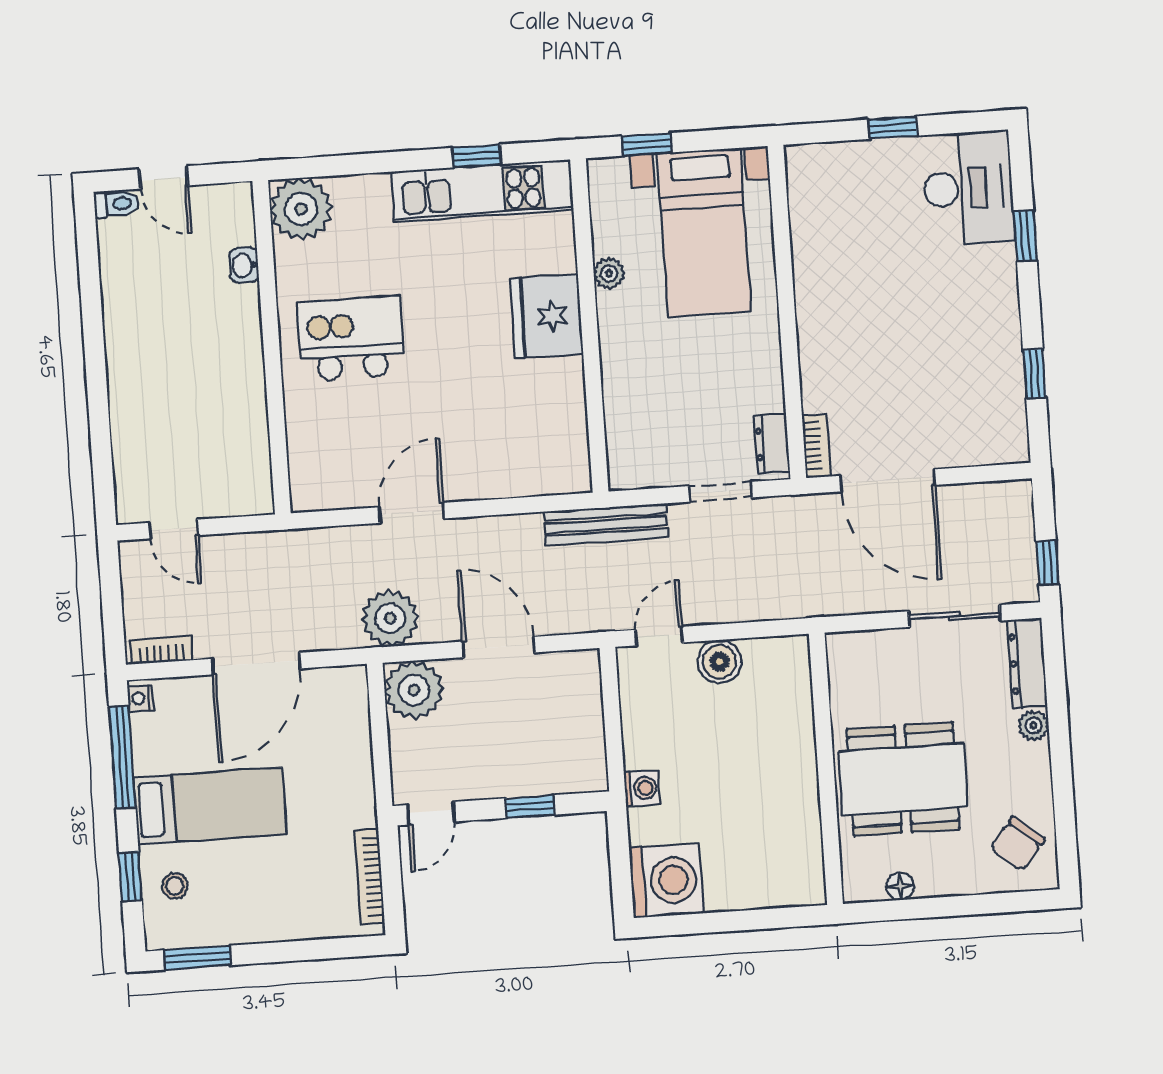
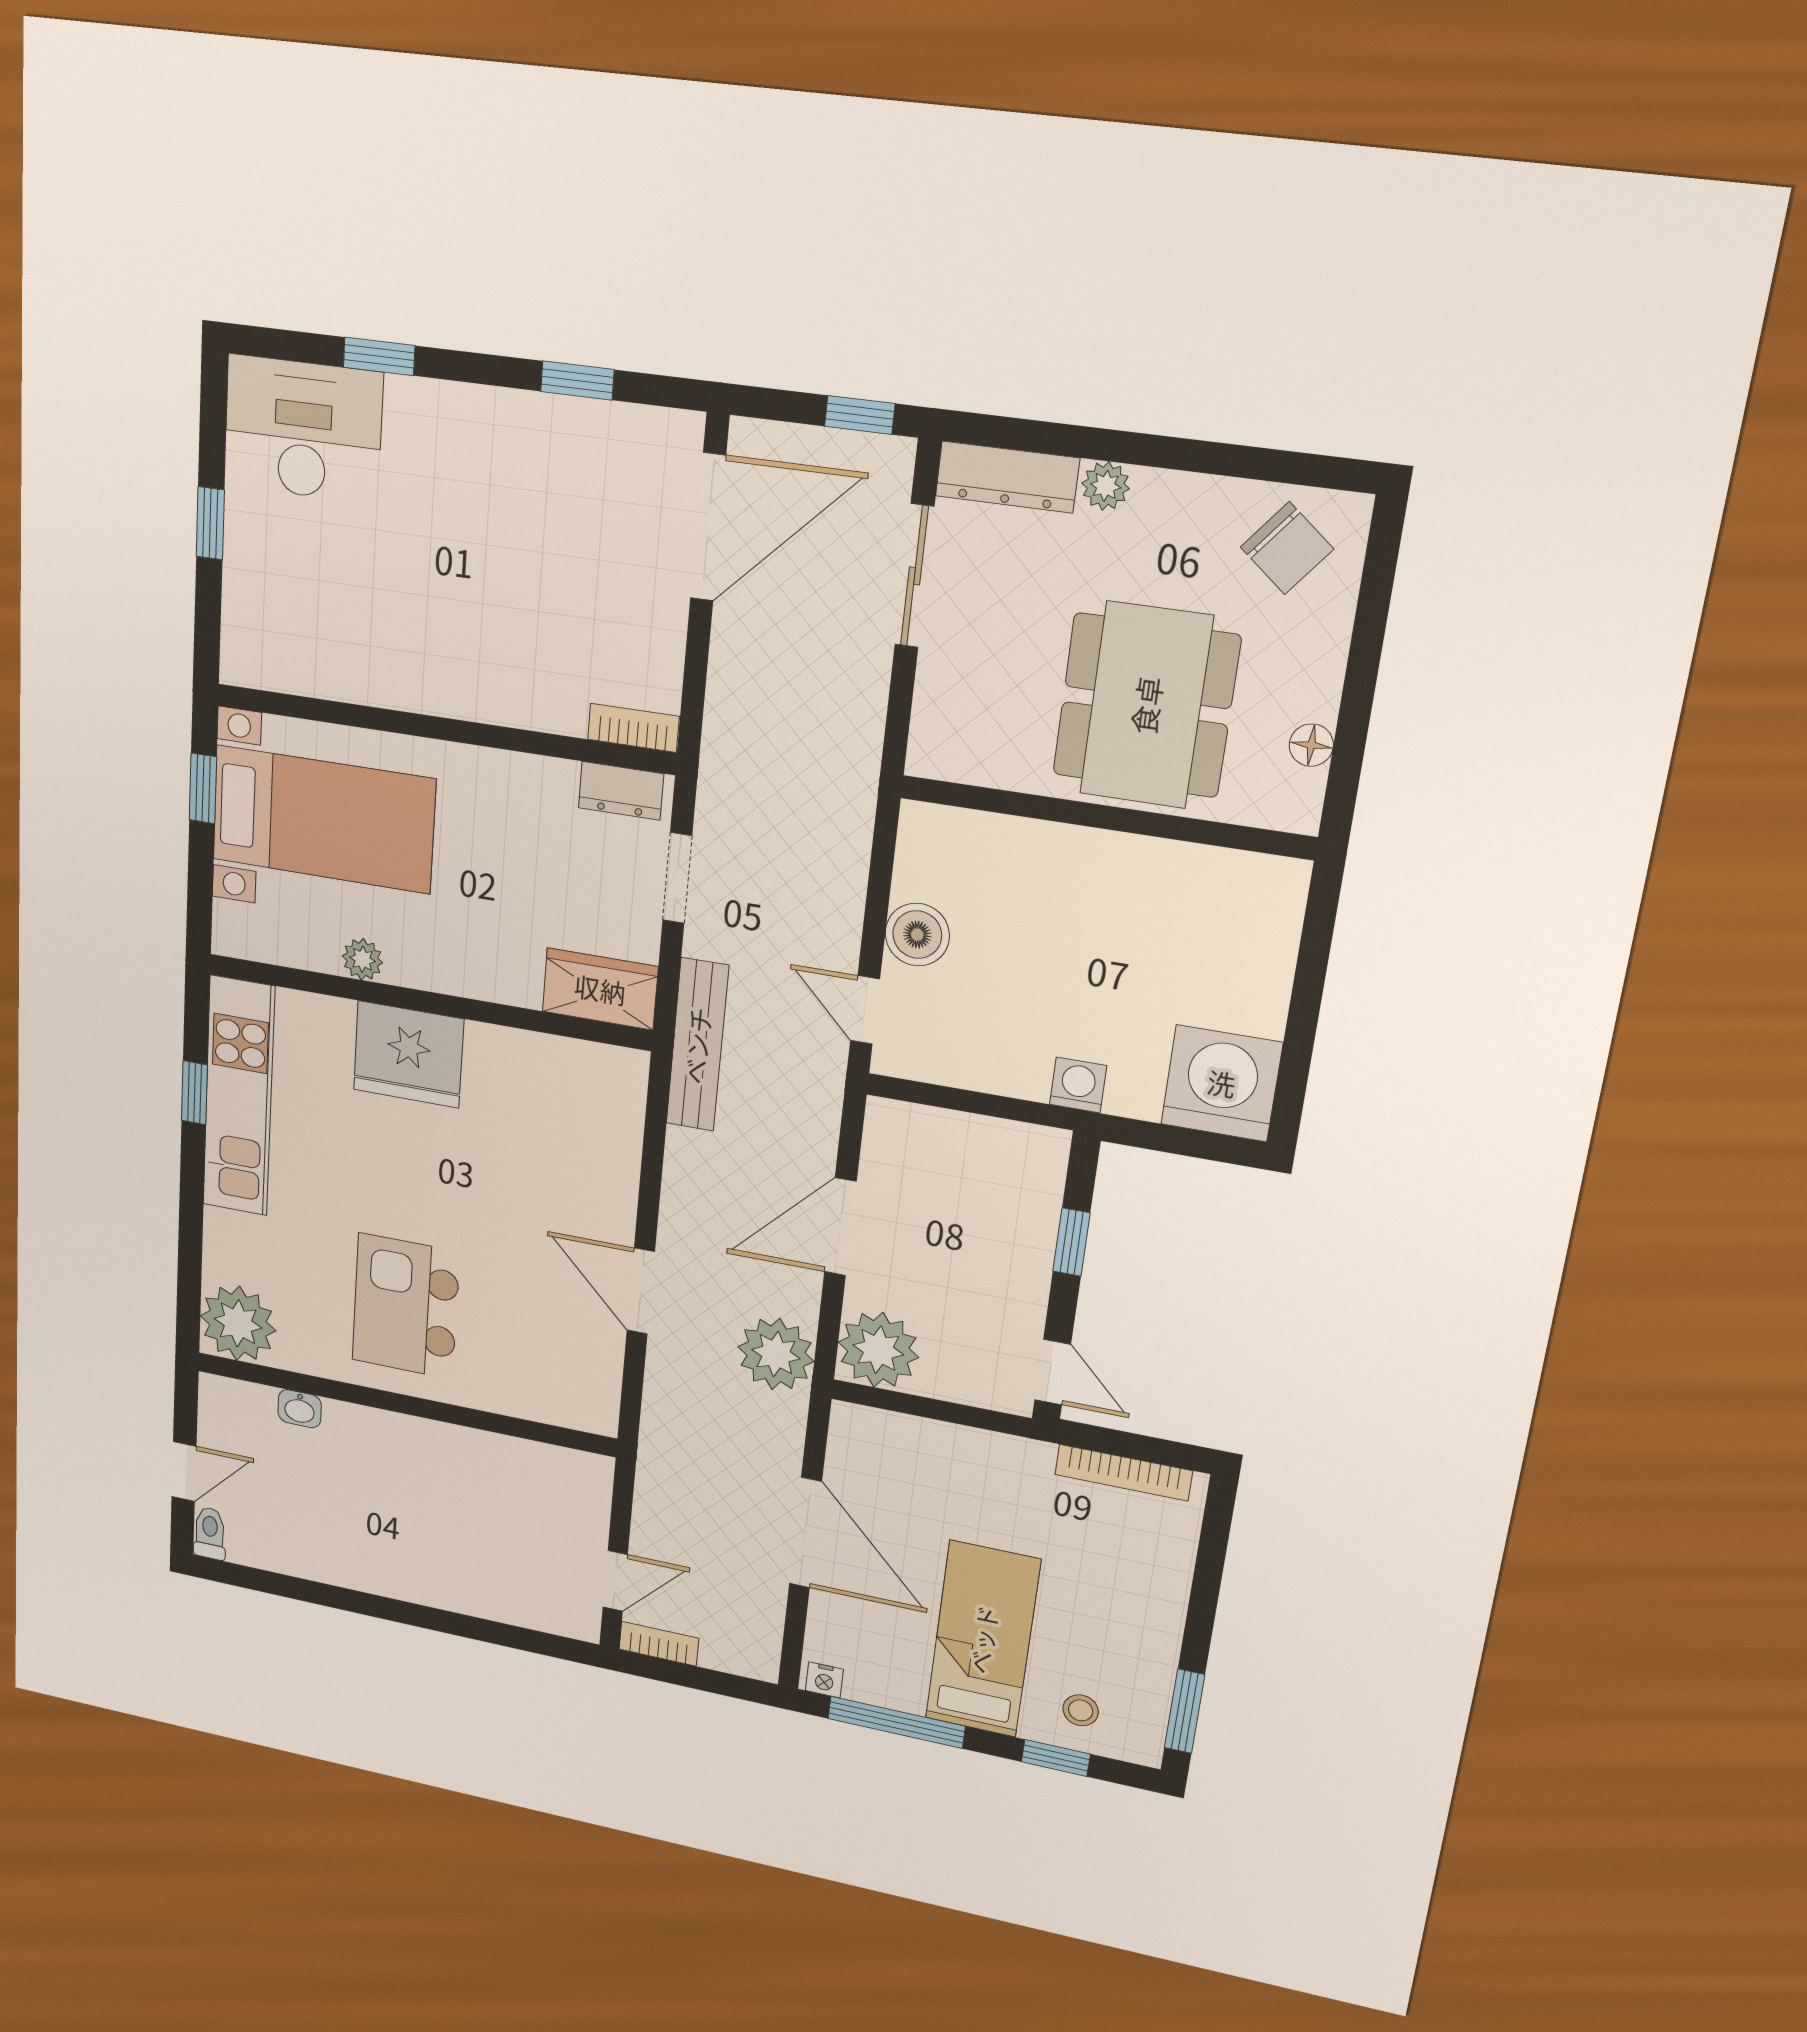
window: (647, 144) -> (203, 788), moved
wardrobe: (629, 450) -> (600, 989), added
door: (888, 480) -> (708, 527), moved
bookcase: (161, 650) -> (659, 1644), moved, turned 90

